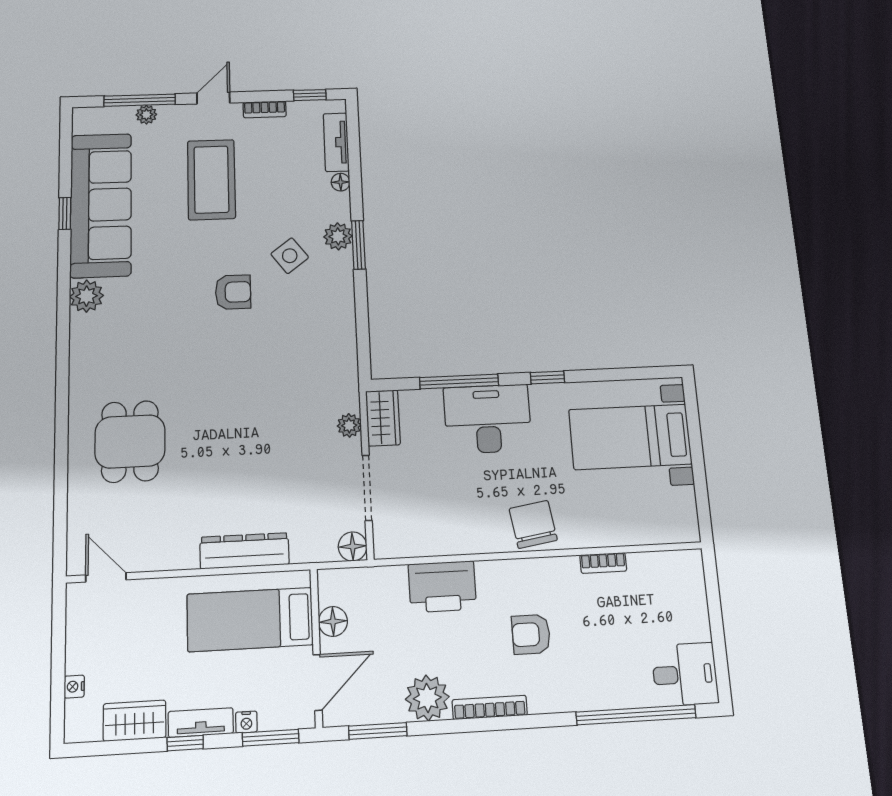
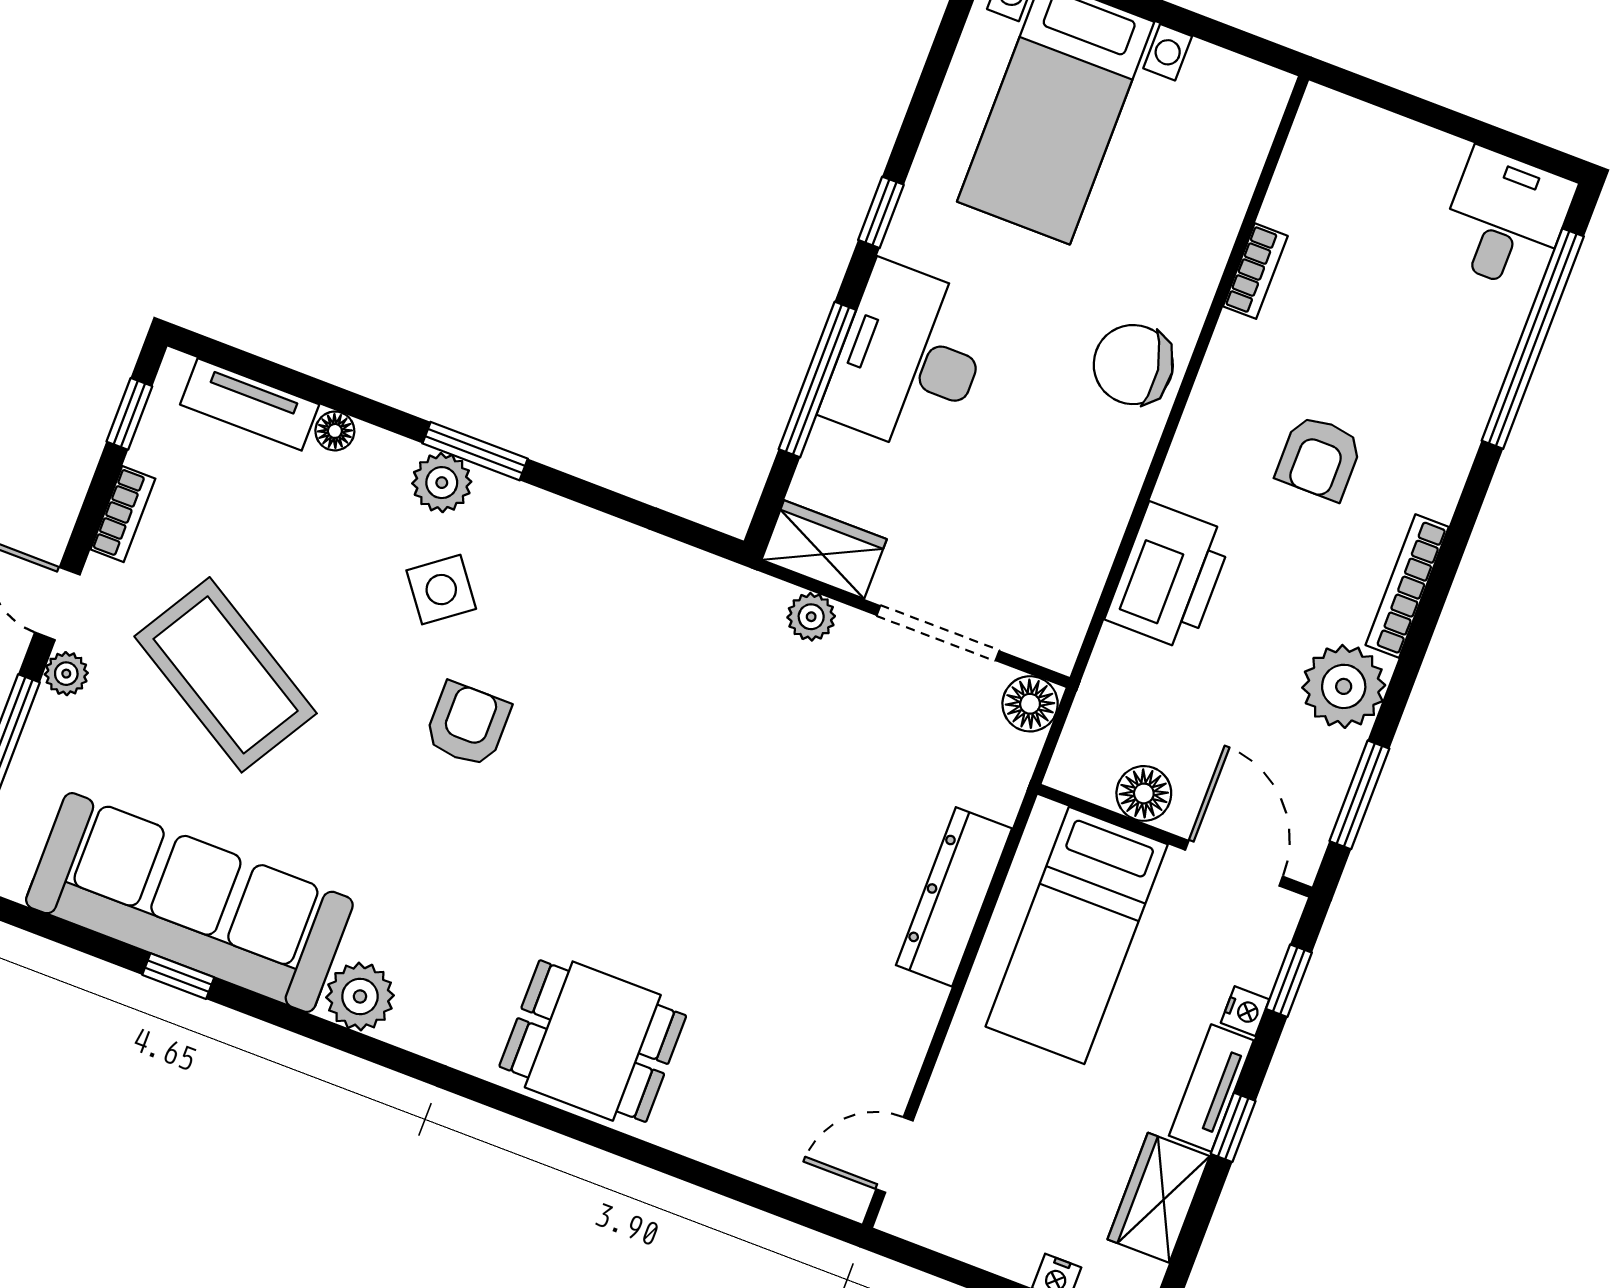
plant: (146, 115) -> (66, 674), moved
coffee table: (211, 180) -> (226, 675), turned 31
dining table: (130, 441) -> (593, 1041), moved
window: (271, 738) -> (1289, 981), width x0.67

